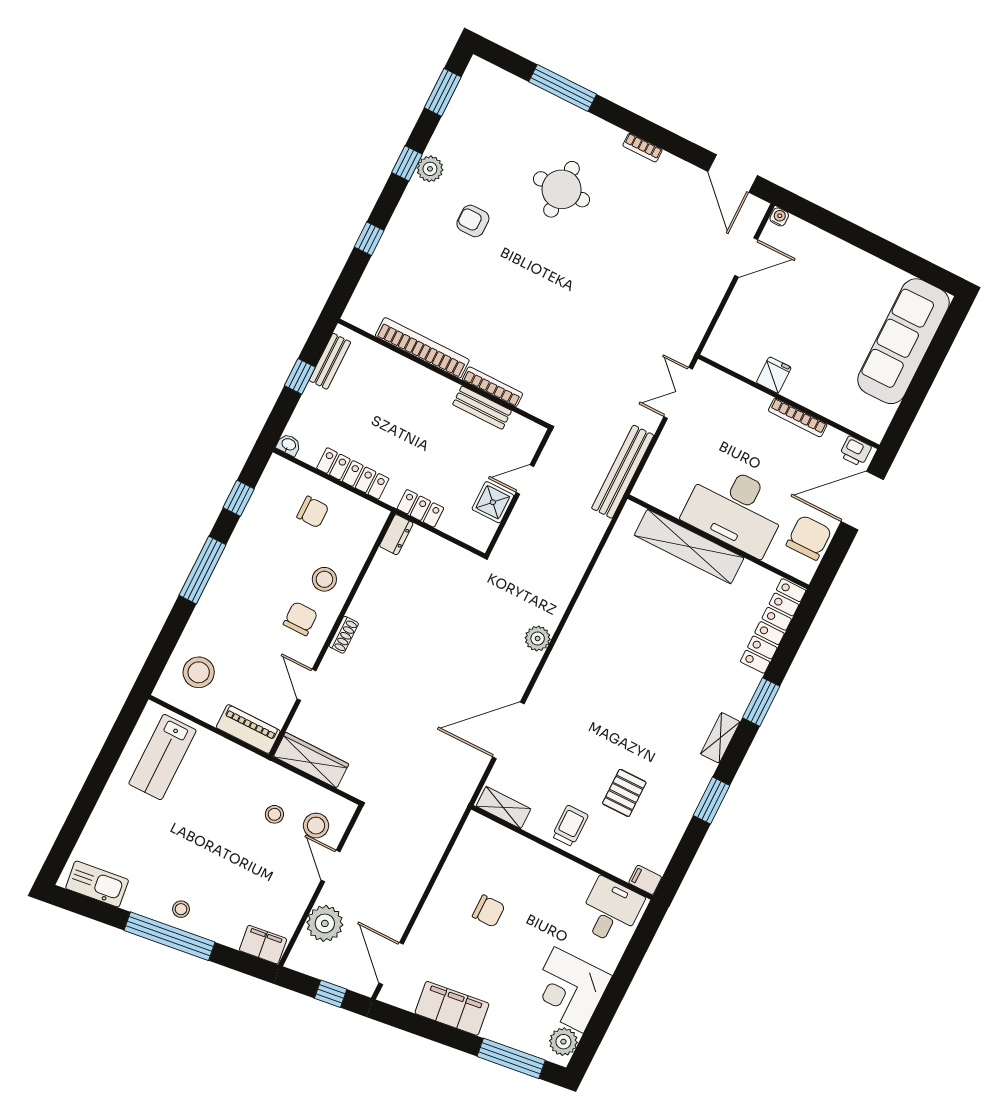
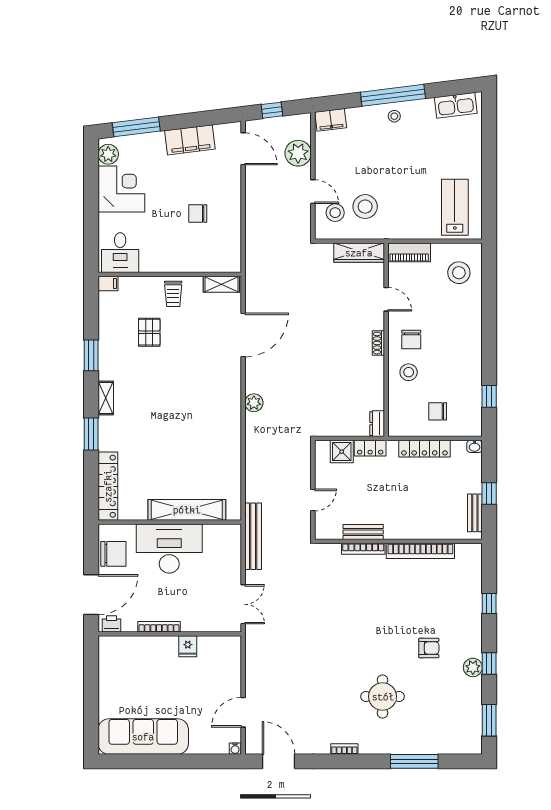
sofa: (904, 341) -> (143, 737), moved, turned -90
shower: (493, 502) -> (342, 452), moved
chair: (809, 538) -> (113, 554), turned -90
window: (203, 570) -> (489, 339), removed
stool: (274, 814) -> (365, 207), width x1.89, depth x1.89

